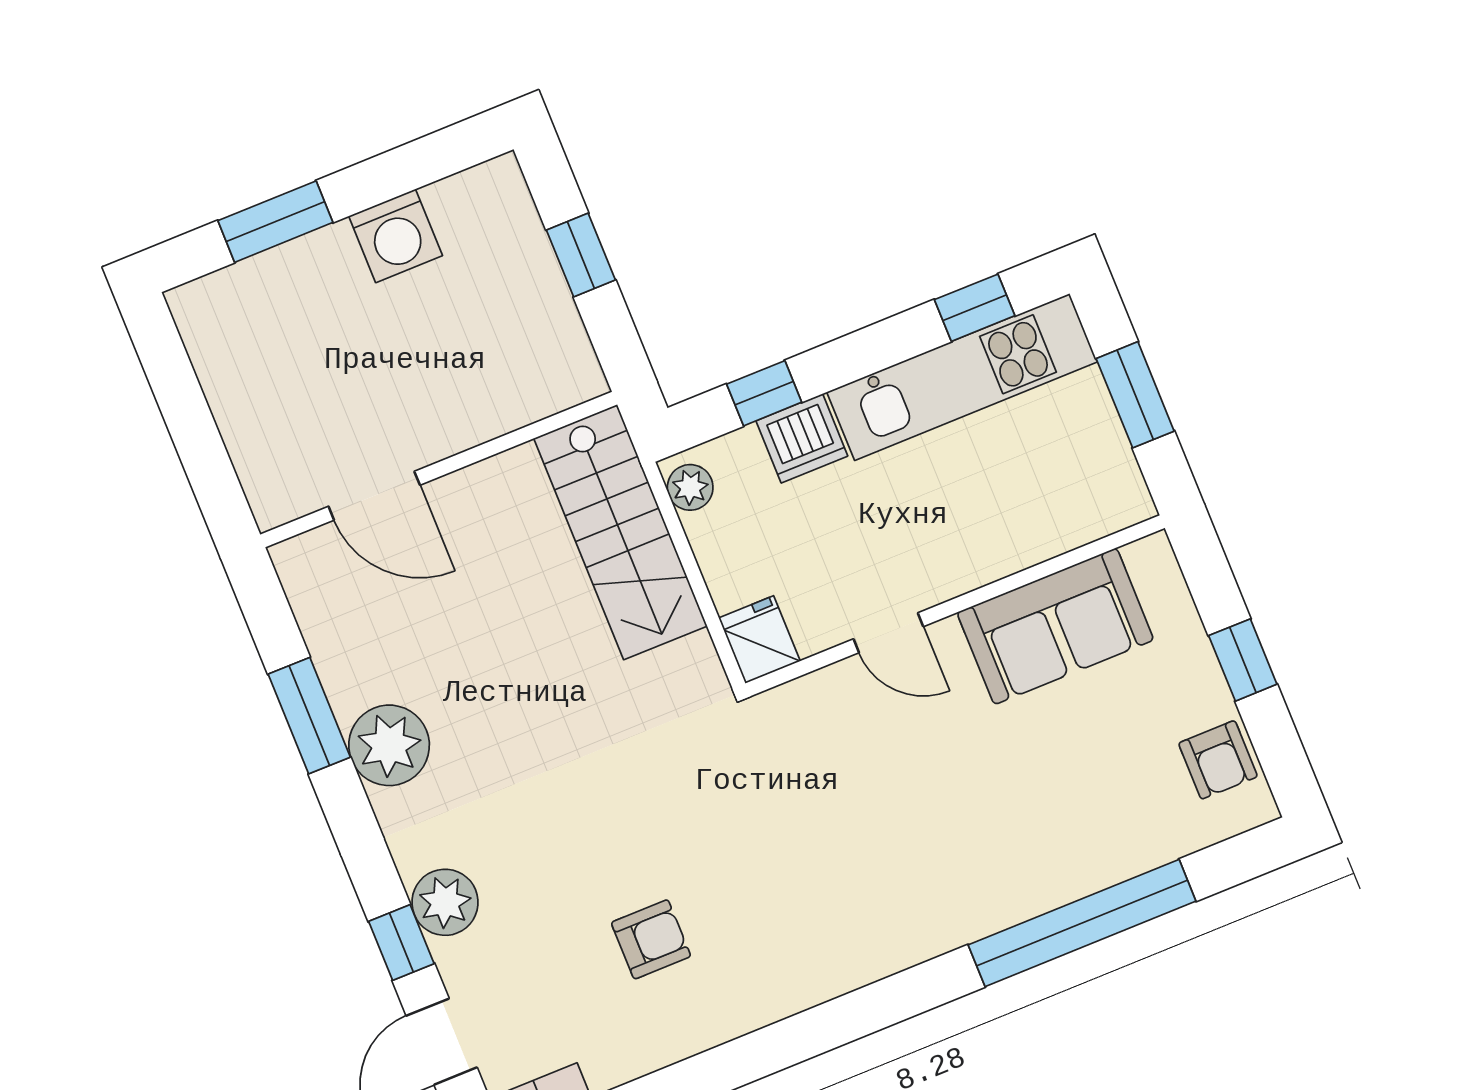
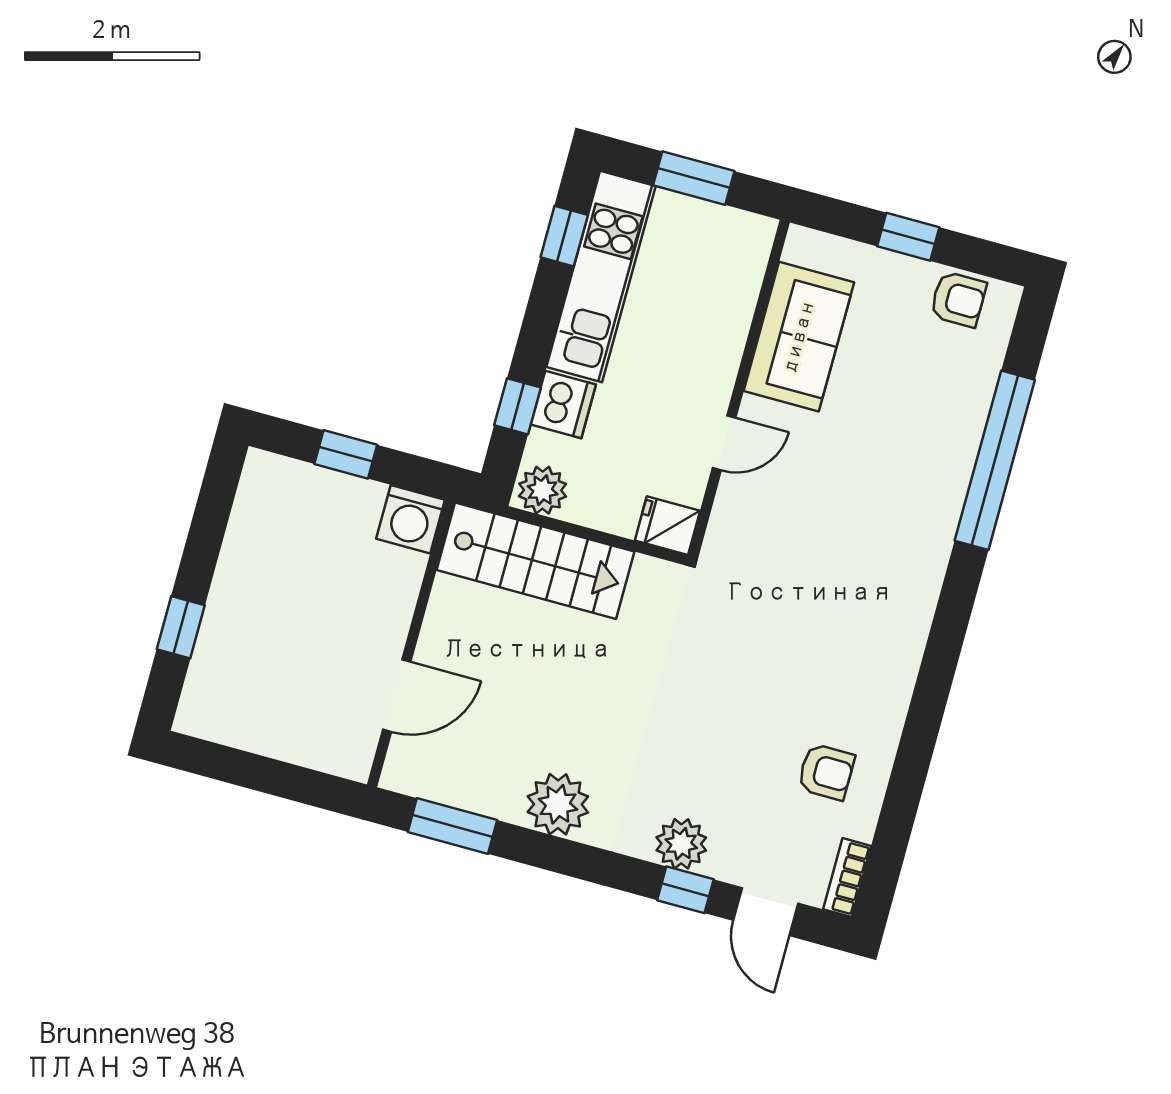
window: (275, 222) -> (181, 627), width x0.67
washing machine: (396, 236) -> (411, 519), moved, turned 90
plant: (690, 487) -> (543, 490), width x1.38, depth x1.38
window: (309, 716) -> (452, 826), moved
armchair: (651, 939) -> (826, 772), moved, turned 90

